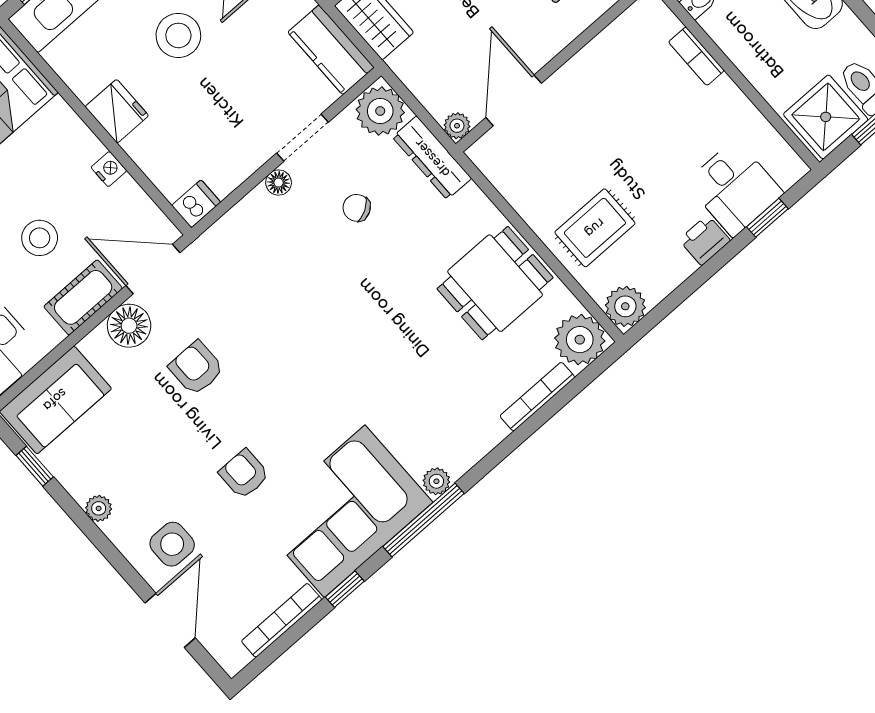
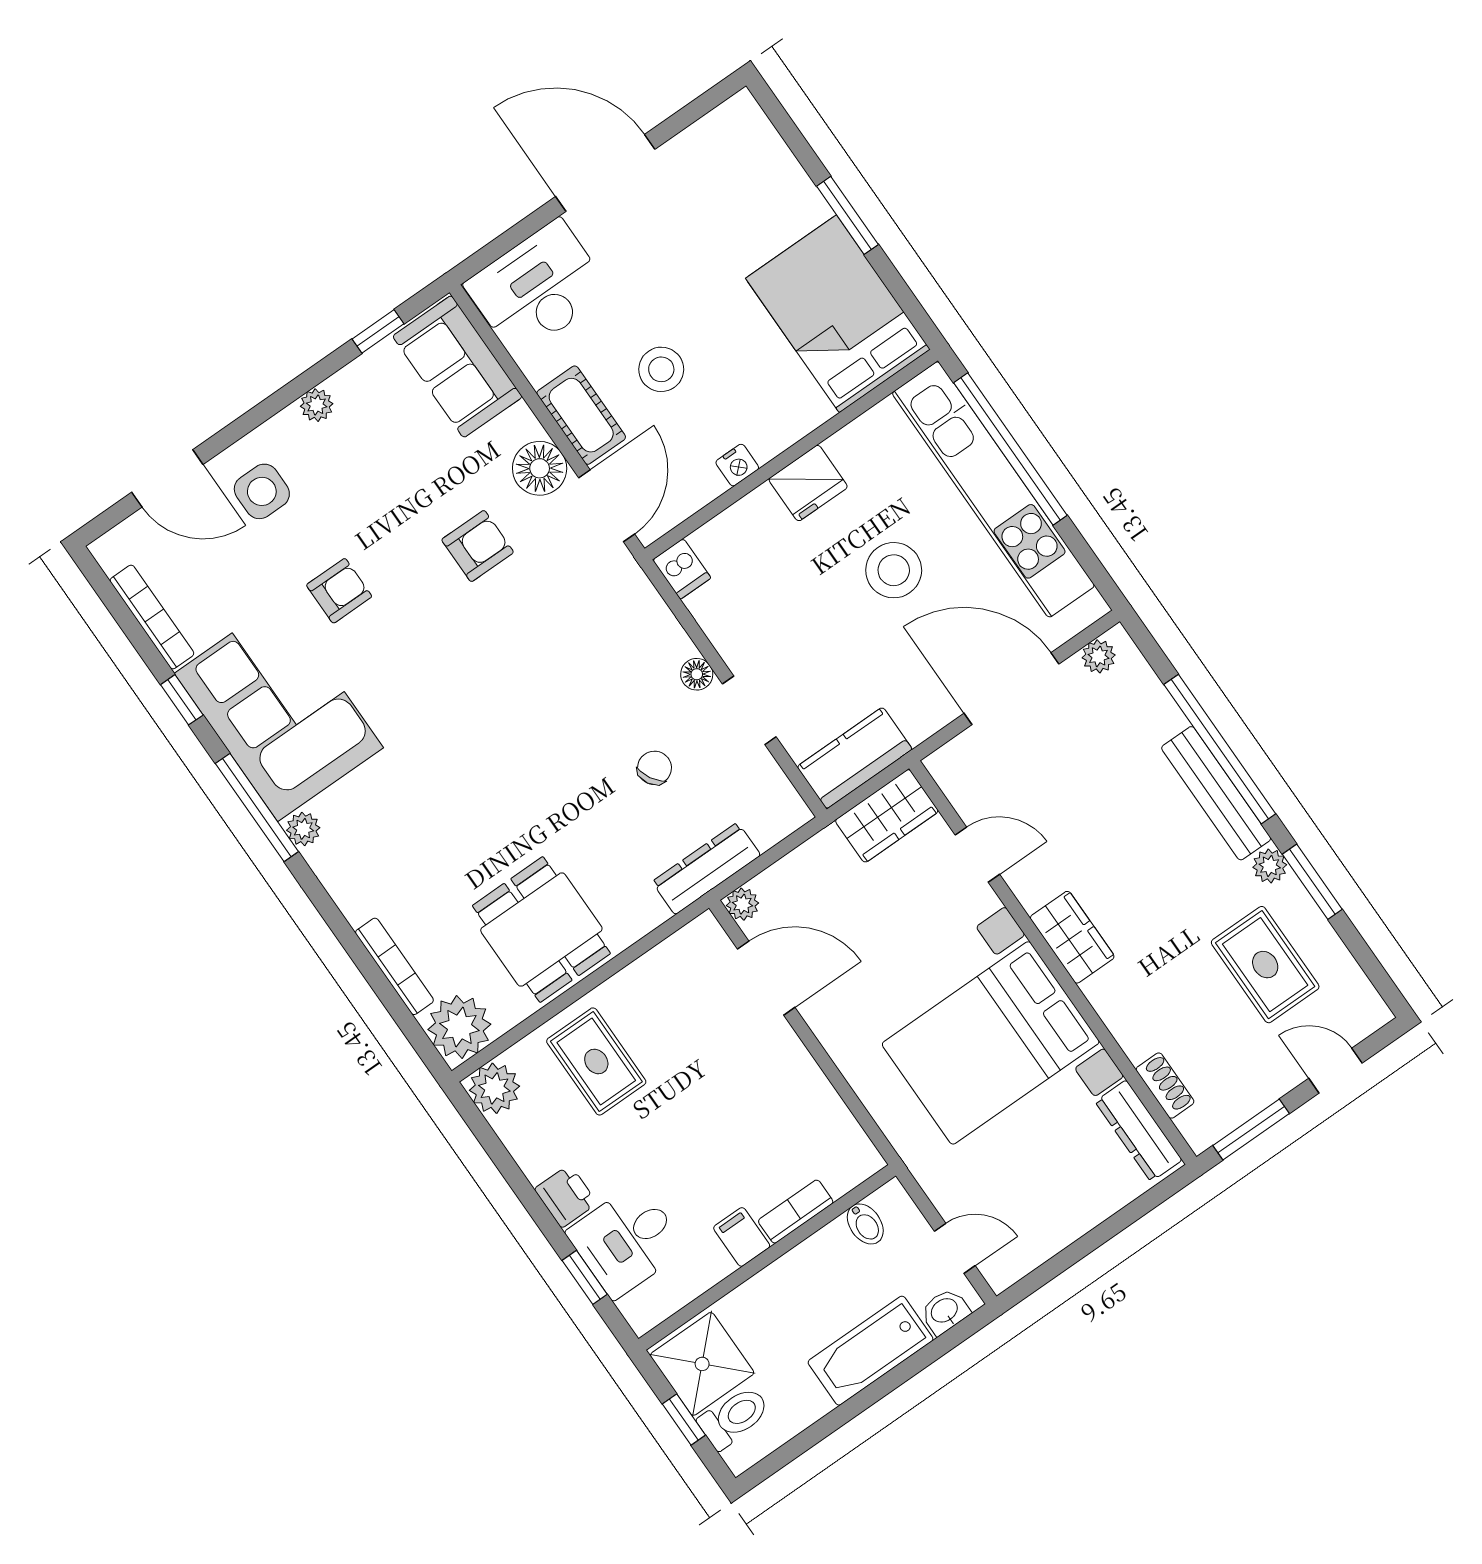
filing cabinet: (721, 97) -> (742, 1237), added
plant: (380, 111) -> (772, 811), removed

